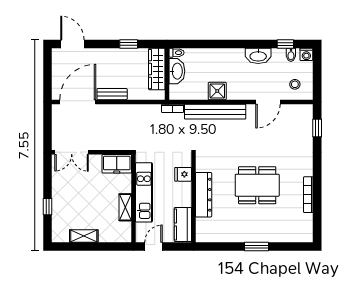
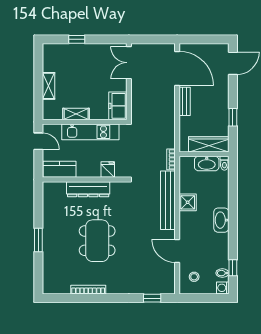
washbasin: (258, 56) -> (221, 220), moved
shelving: (84, 236) -> (49, 86), moved

